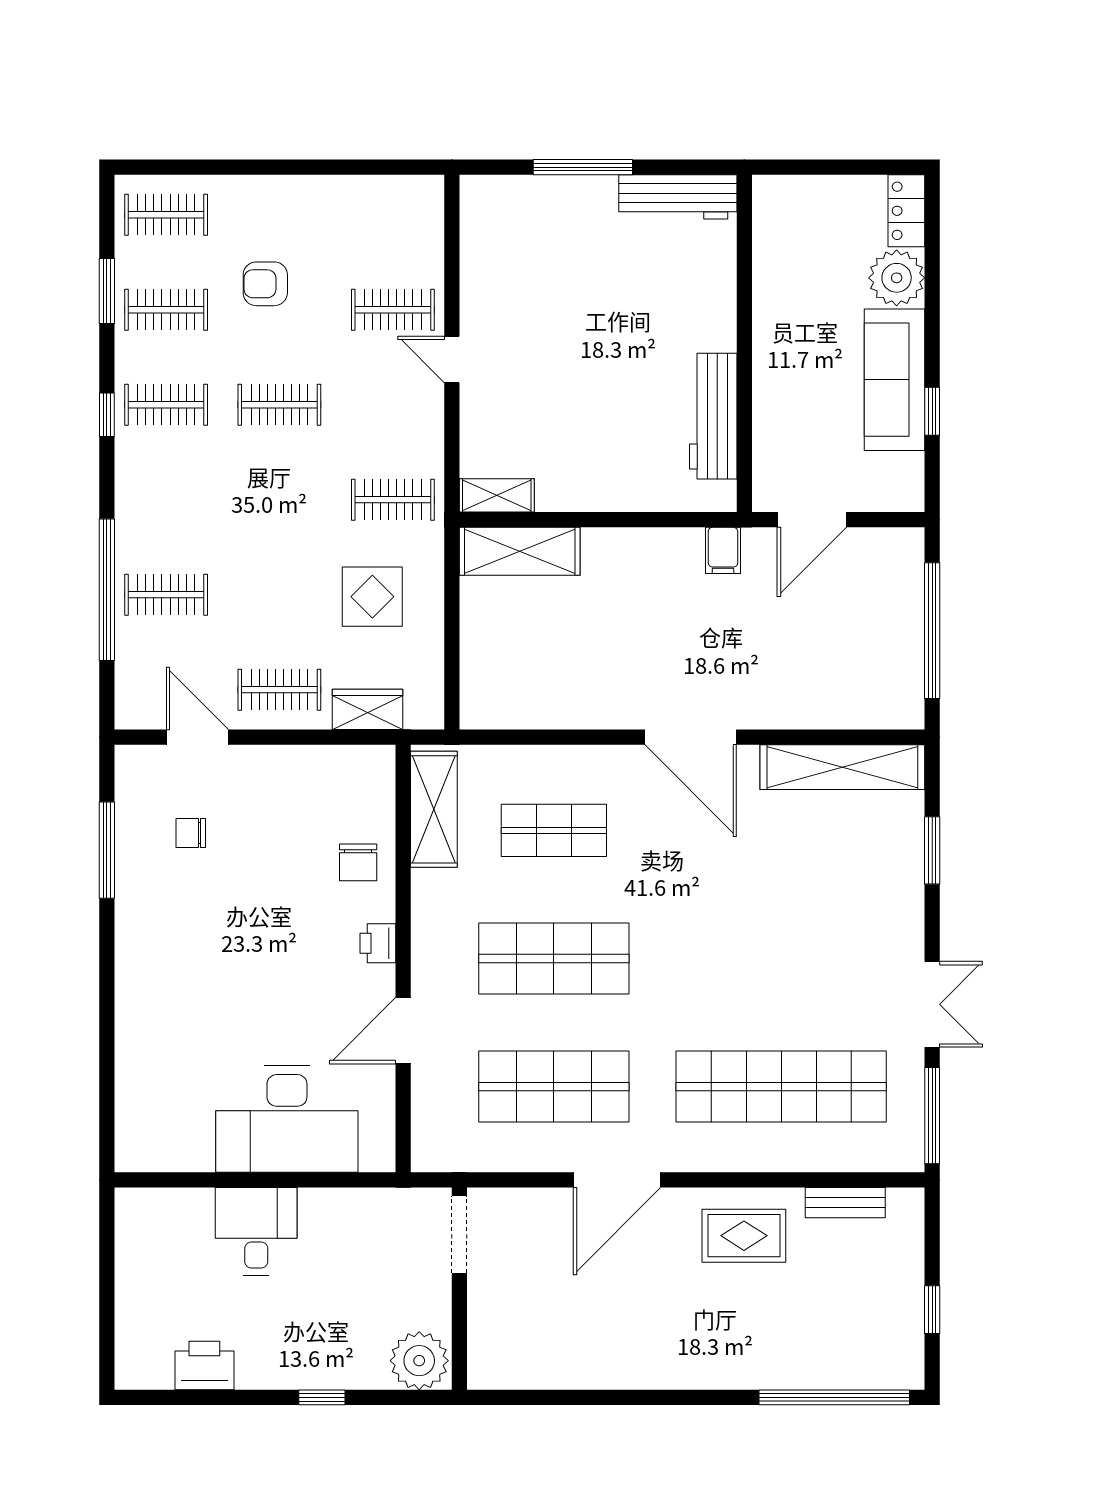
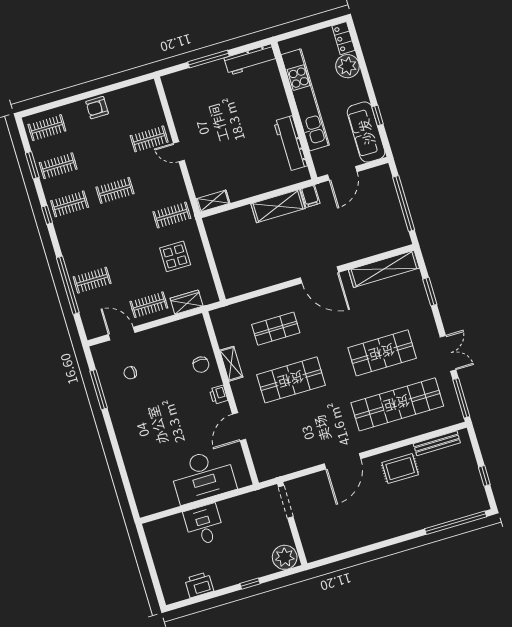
armchair: (265, 284) -> (97, 108), moved
kitchen unit: (777, 326) -> (305, 100), added
sofa: (894, 380) -> (366, 132), moved
shelving: (520, 551) -> (278, 206), moved
shelving: (434, 809) -> (231, 364), moved, width x0.67, depth x0.75
shop shelf: (554, 1087) -> (382, 353), moved
bench: (845, 1203) -> (437, 443), width x1.36

